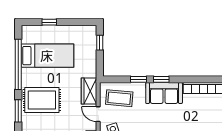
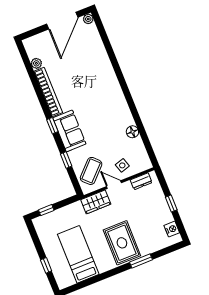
window: (18, 64) -> (97, 278), removed
window: (161, 79) -> (52, 126), moved
coffee table: (119, 98) -> (91, 171), turned 40
door: (98, 114) -> (114, 185), swing flipped

